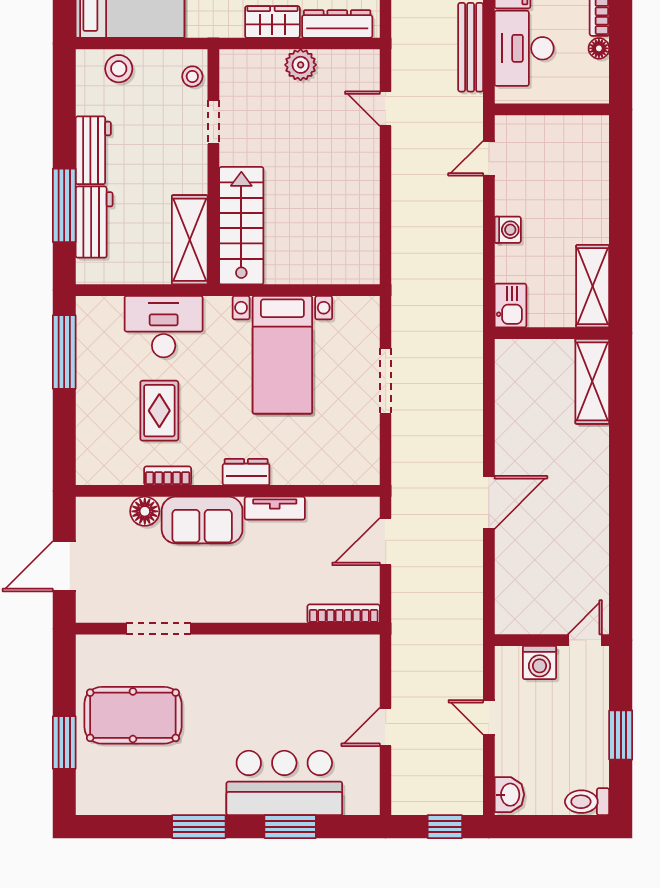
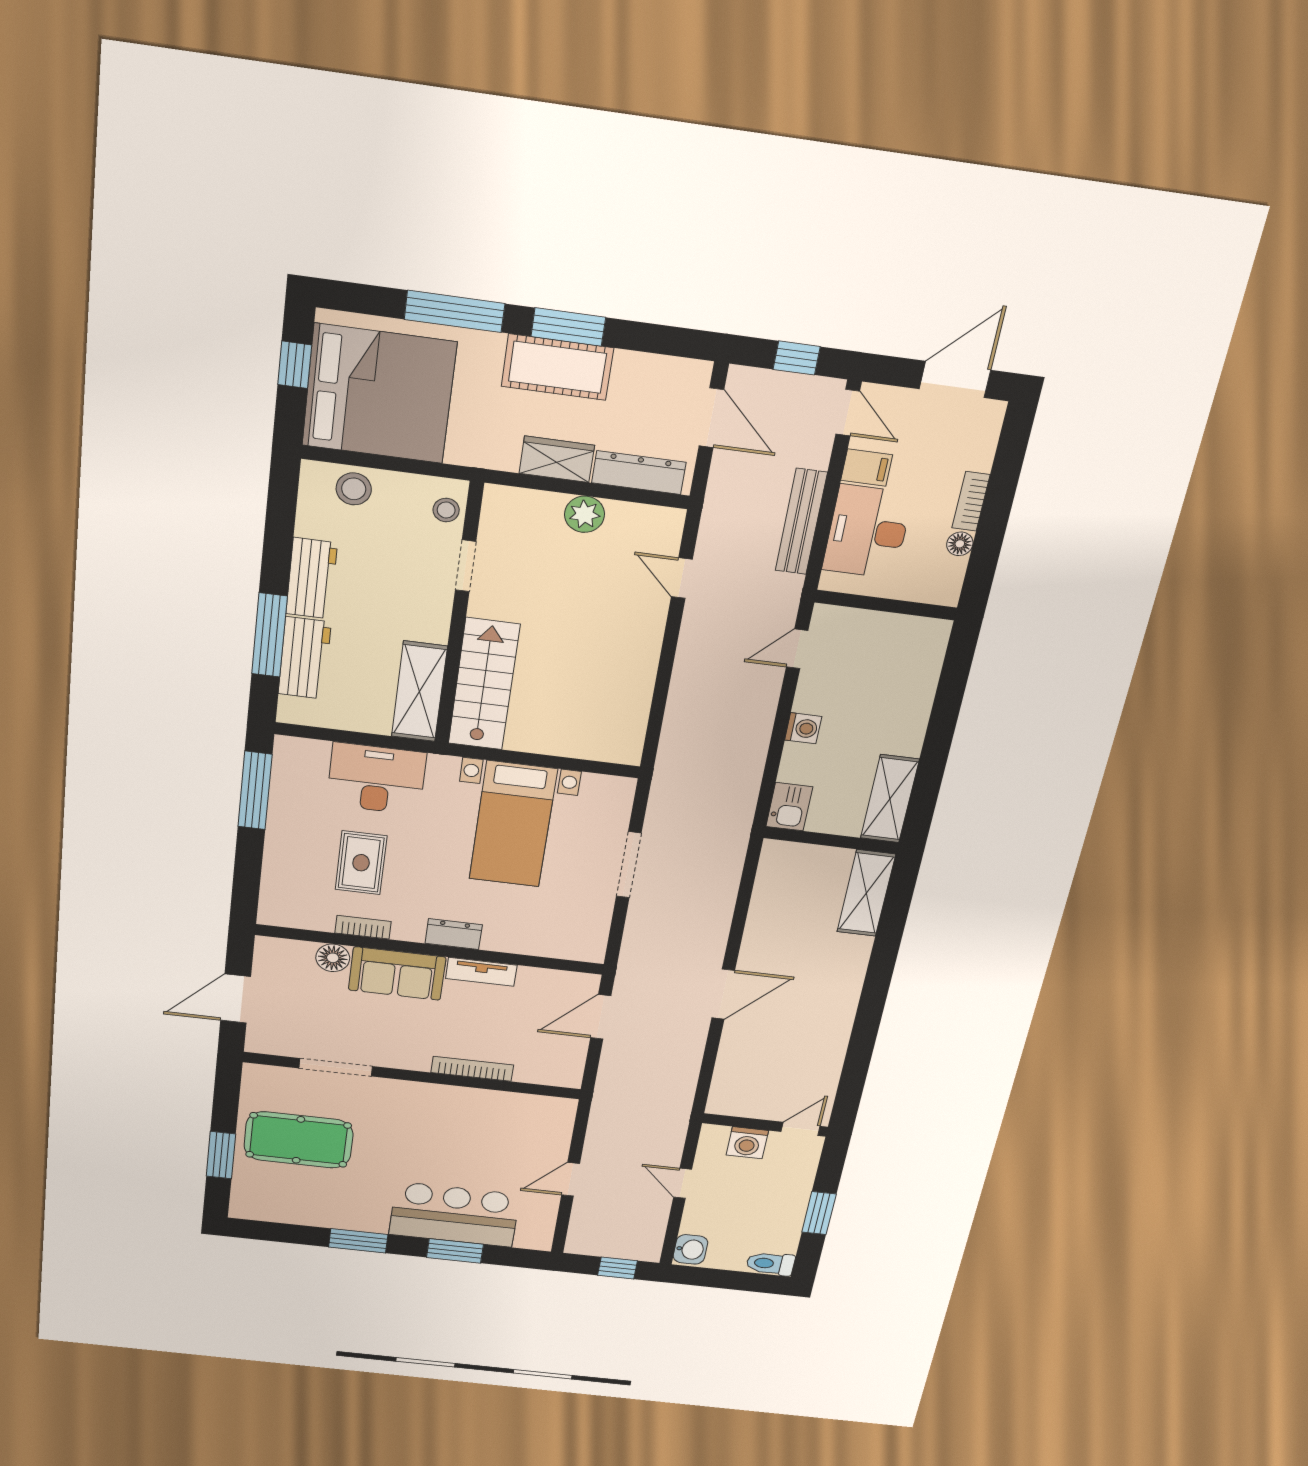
bookcase: (344, 614) -> (472, 1069), moved

